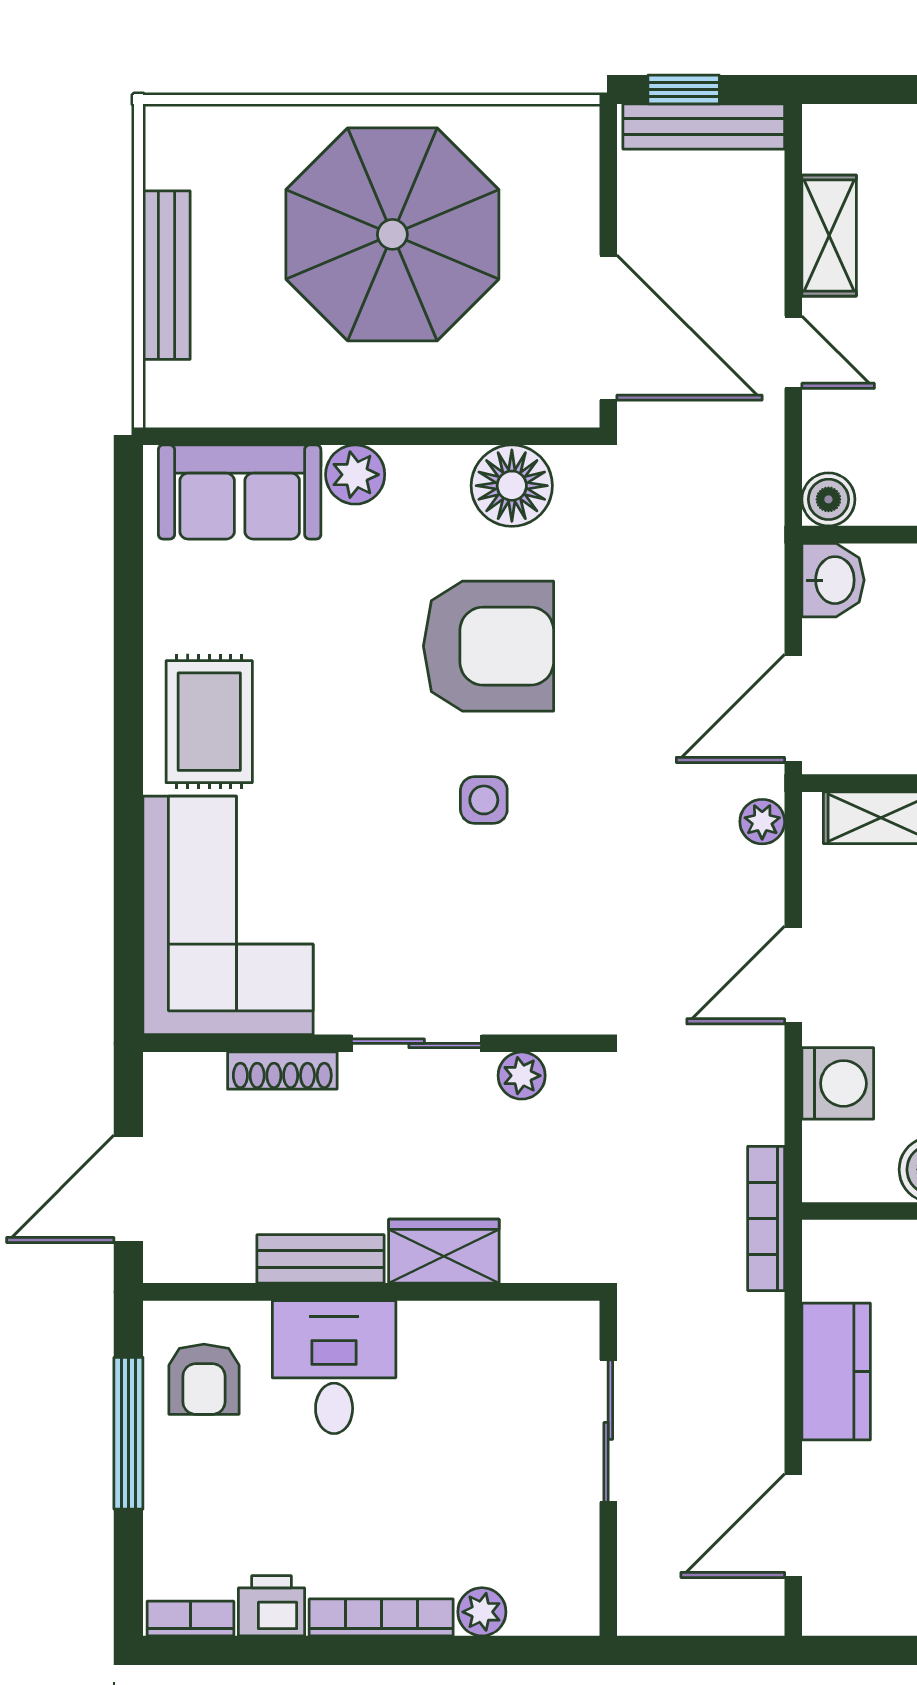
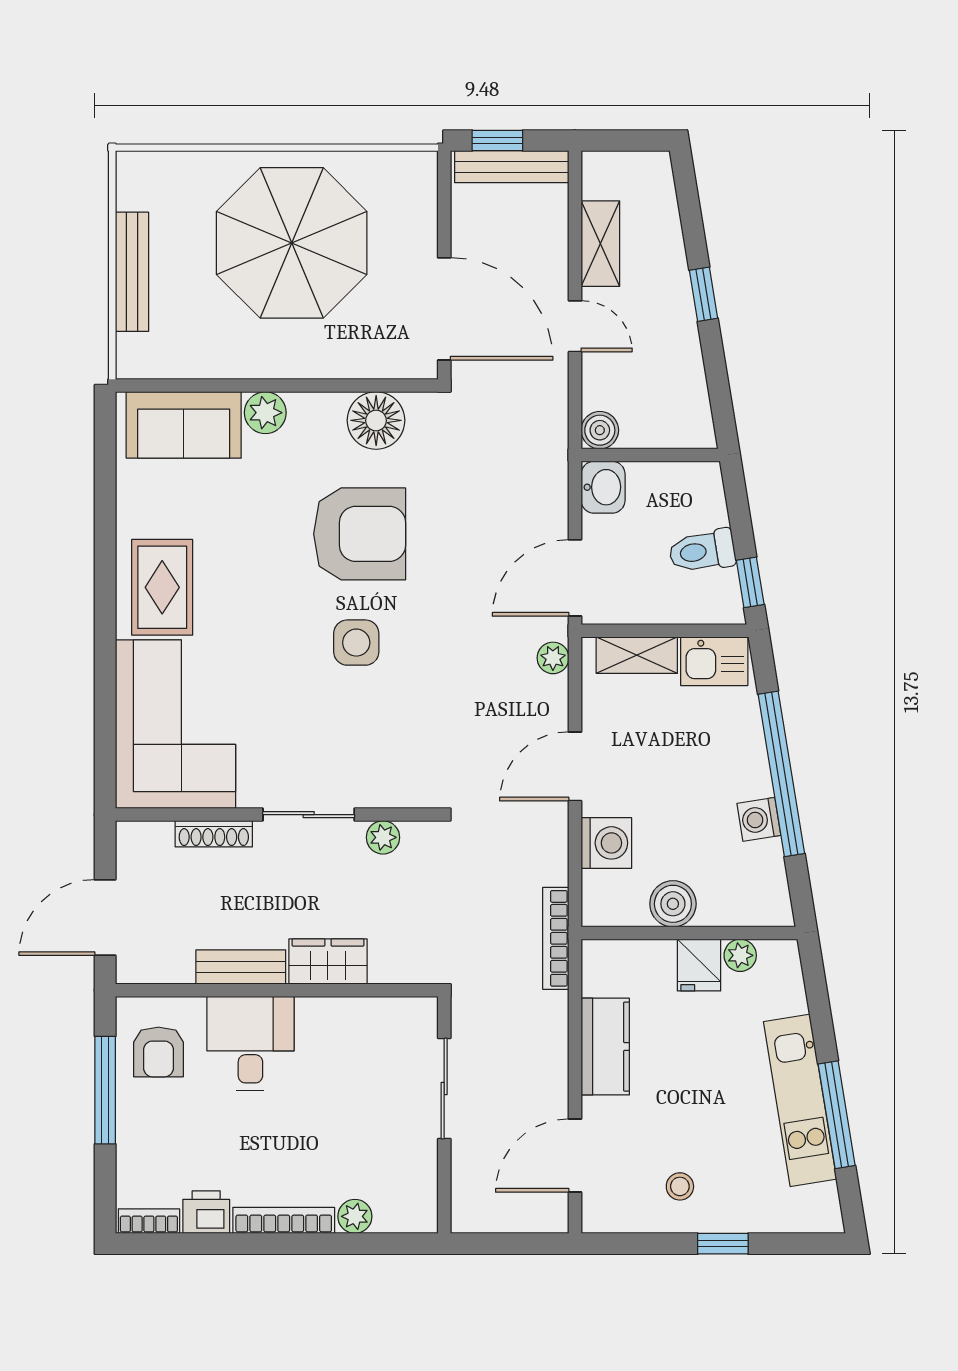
side table: (484, 800) -> (356, 643), width x1.37, depth x1.37

